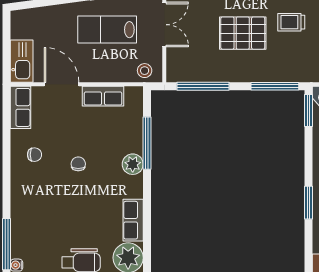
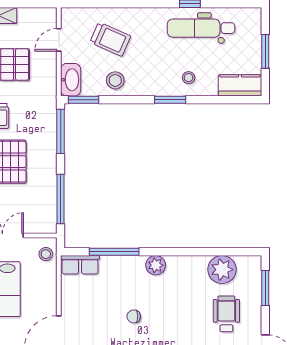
row of seats: (103, 96) -> (80, 265), moved, turned 90
plant: (133, 164) -> (156, 265), moved
row of seats: (133, 220) -> (187, 265), removed

